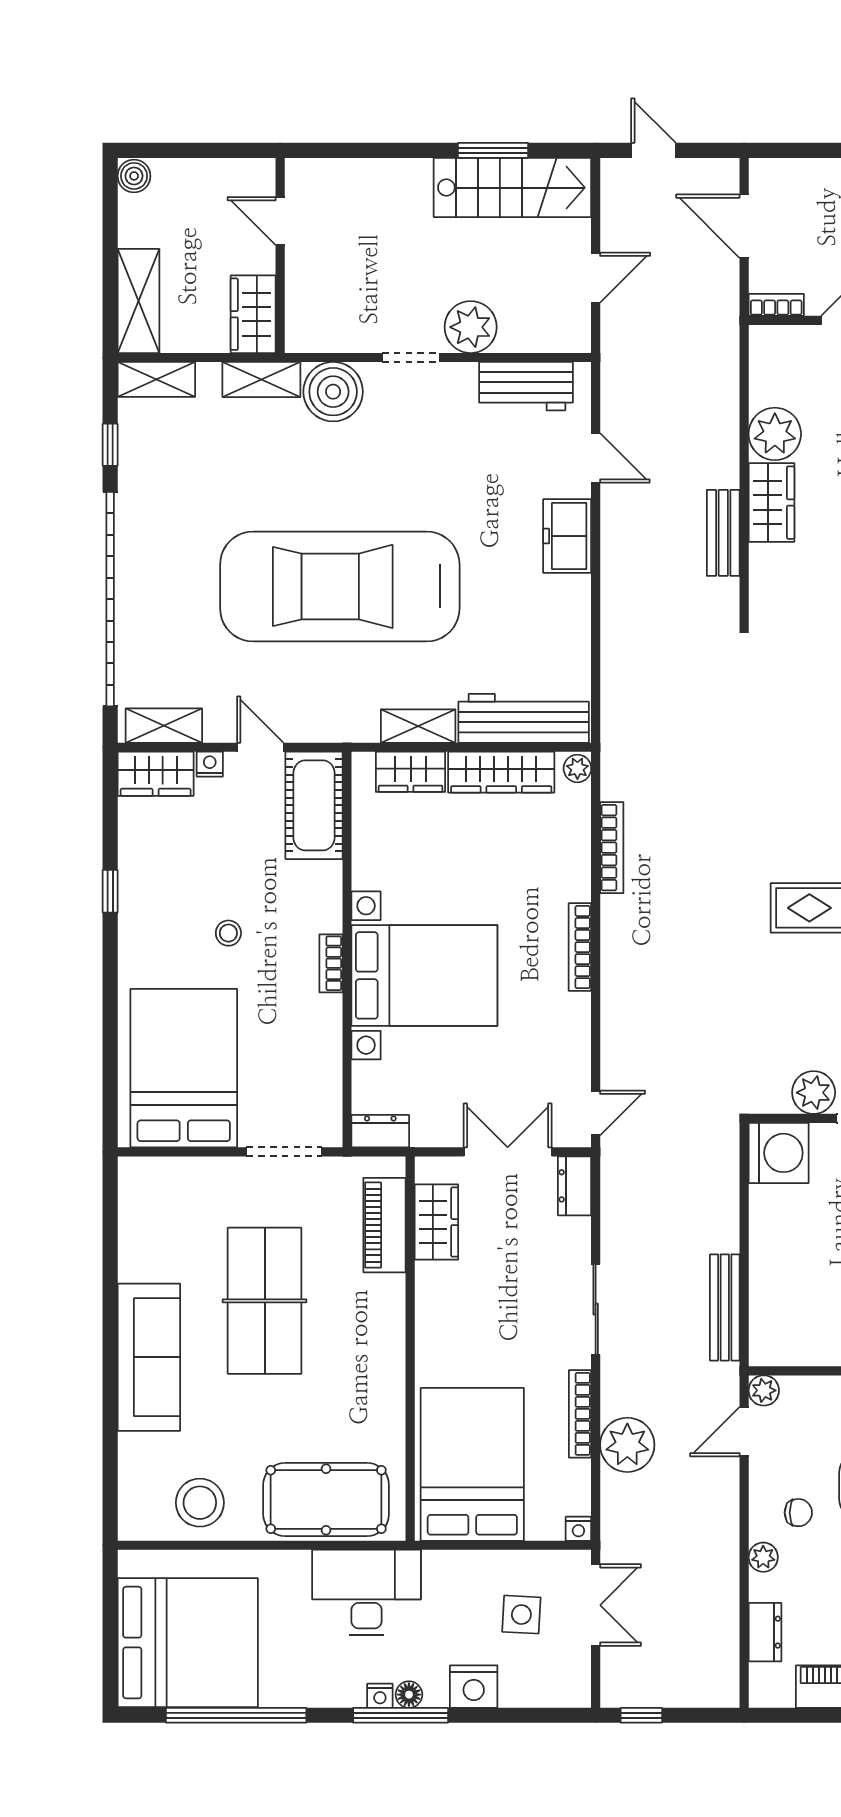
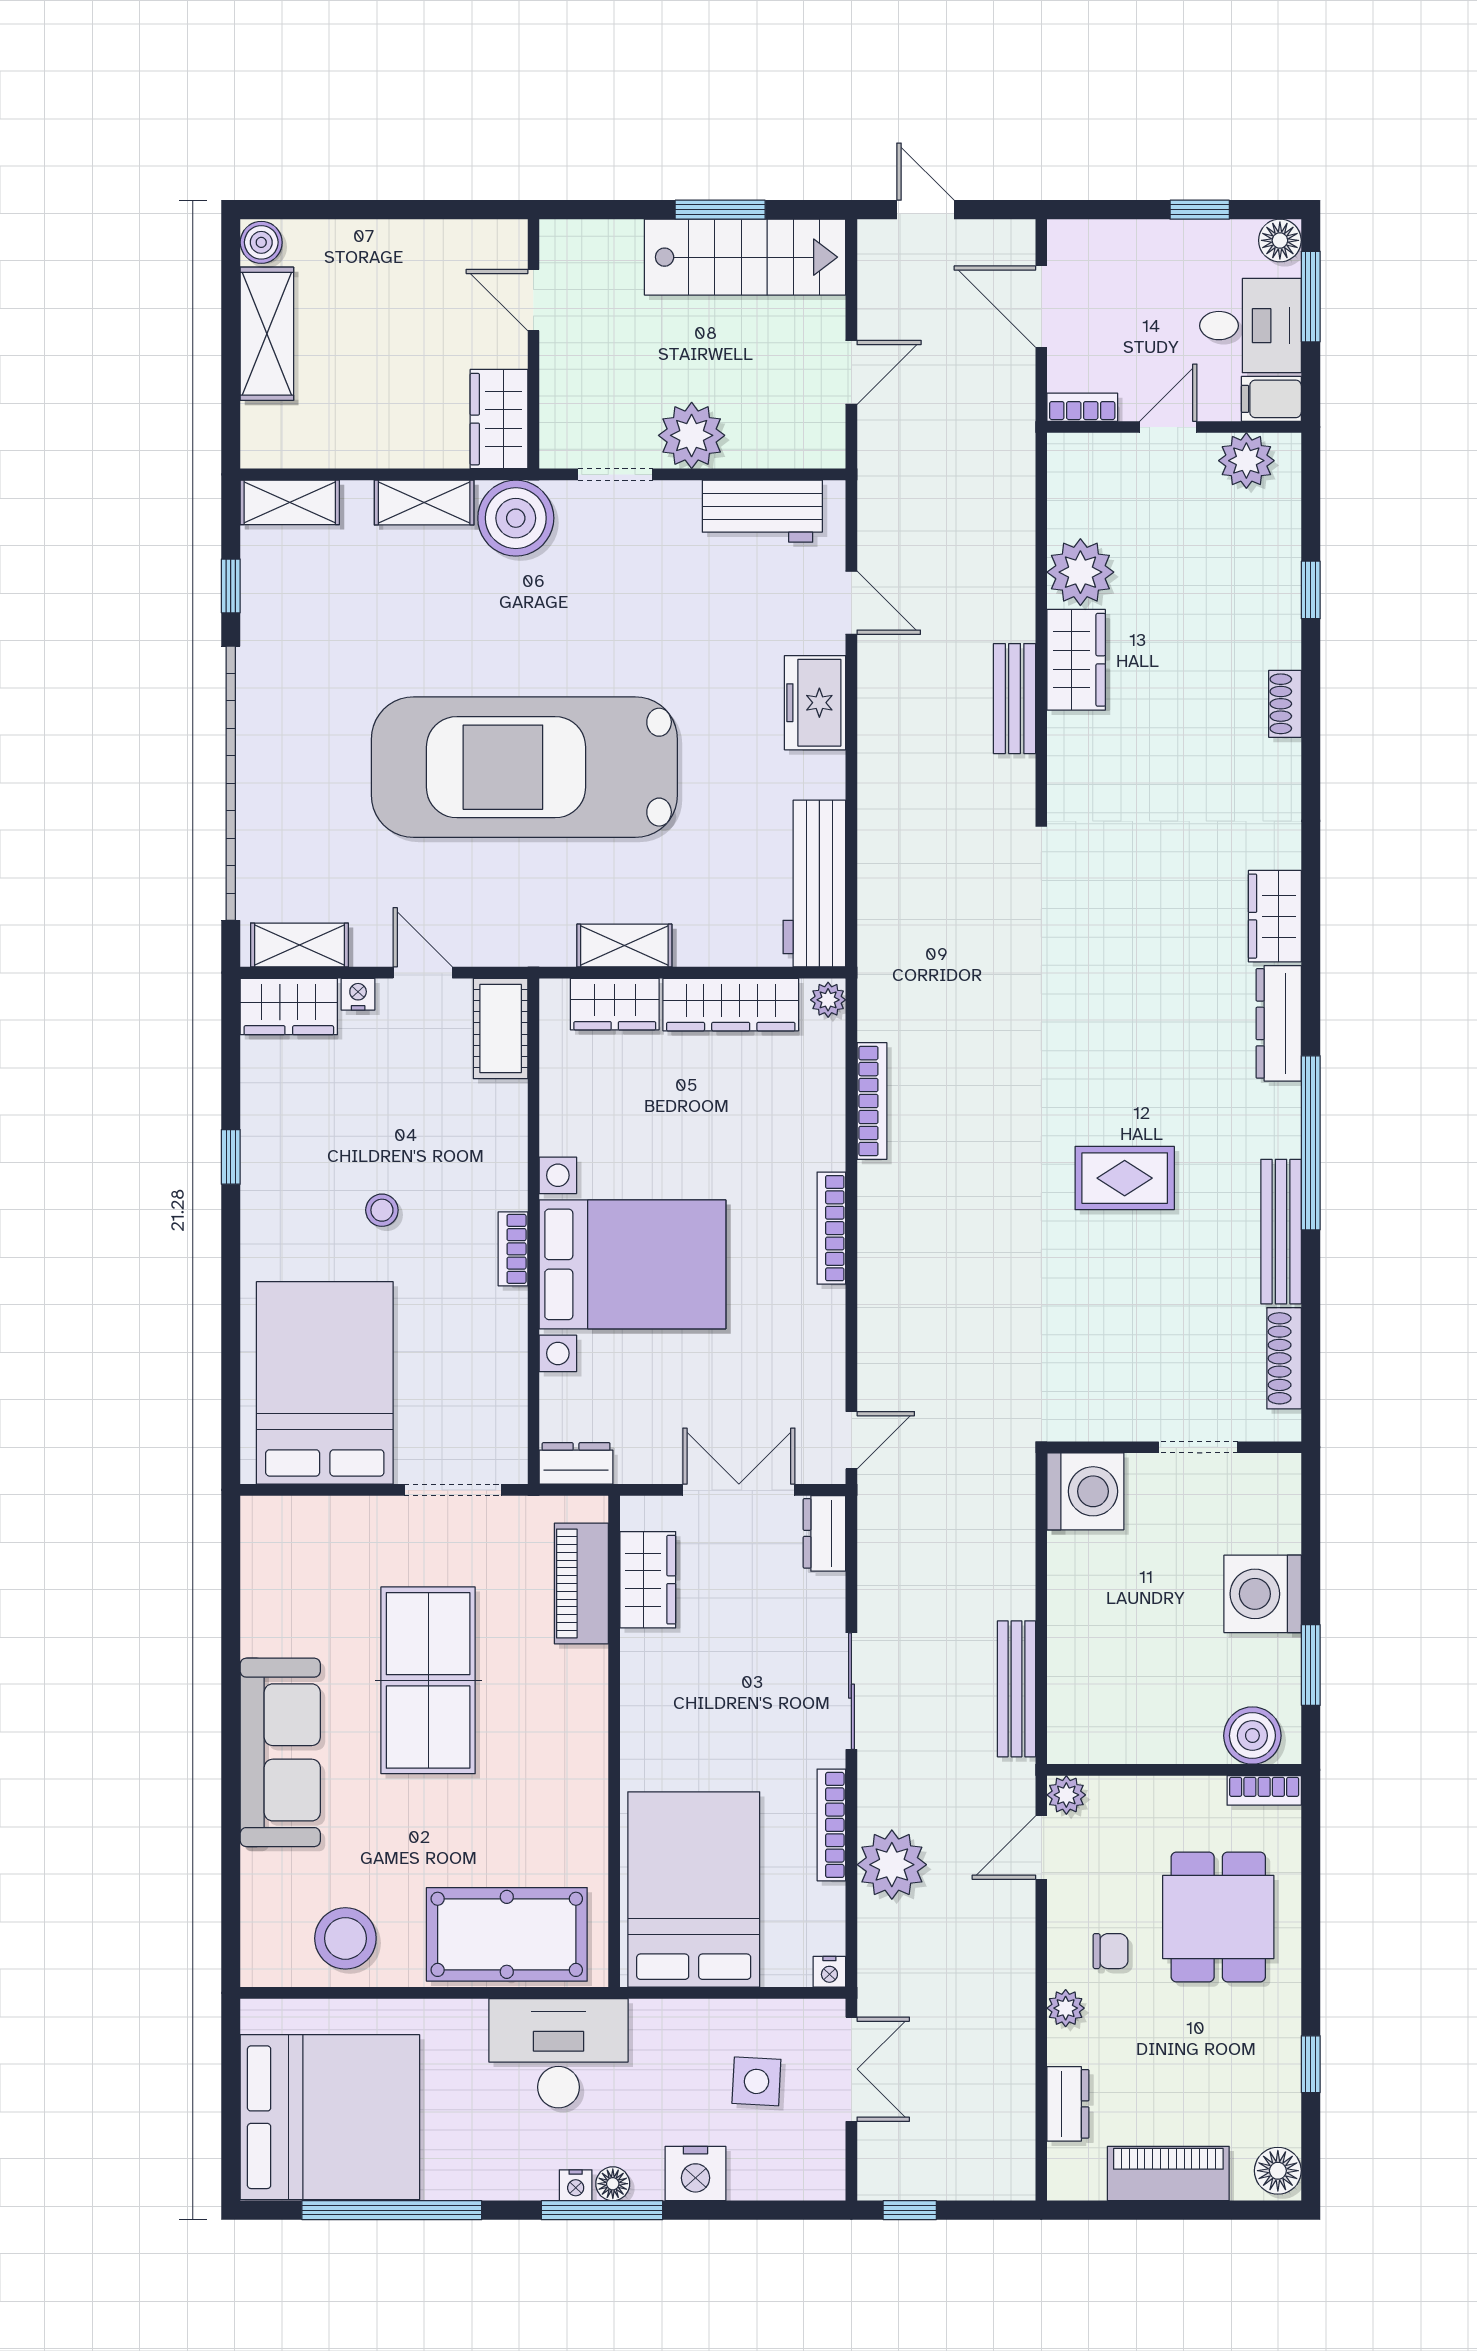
door: (280, 221) -> (533, 300), moved
wall: (280, 255) -> (533, 344), moved
shelving: (138, 301) -> (267, 334), moved
wardrobe: (253, 314) -> (499, 419), moved
workbench: (524, 718) -> (814, 884), moved, turned -90
cot: (314, 805) -> (501, 1029), width x0.73, depth x0.75
plant: (814, 1093) -> (1130, 1414), removed

